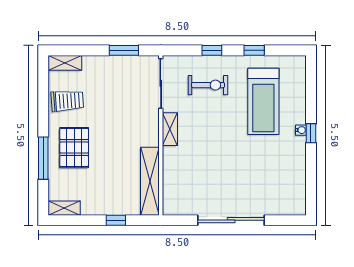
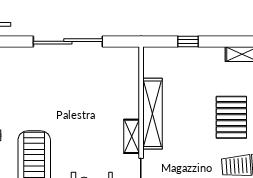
shelving: (150, 181) -> (153, 114), moved

